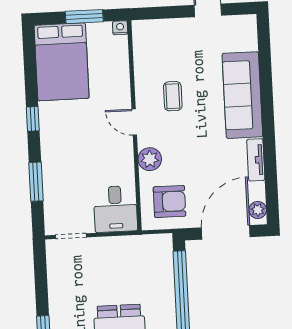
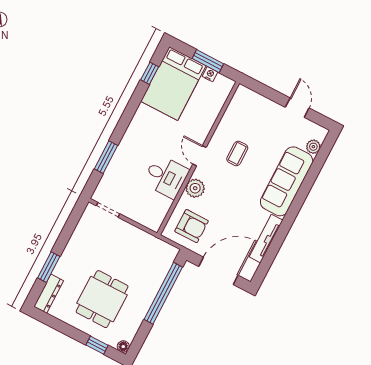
nightstand: (120, 28) -> (210, 74), moved
window: (33, 119) -> (150, 73), moved
tv unit: (256, 160) -> (266, 239), width x1.41
desk: (115, 209) -> (166, 177), moved, turned -90
plant: (258, 210) -> (313, 147), moved

